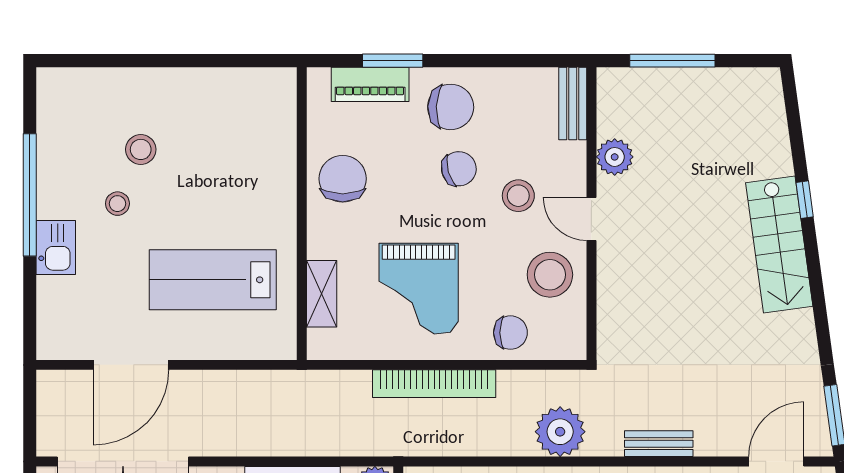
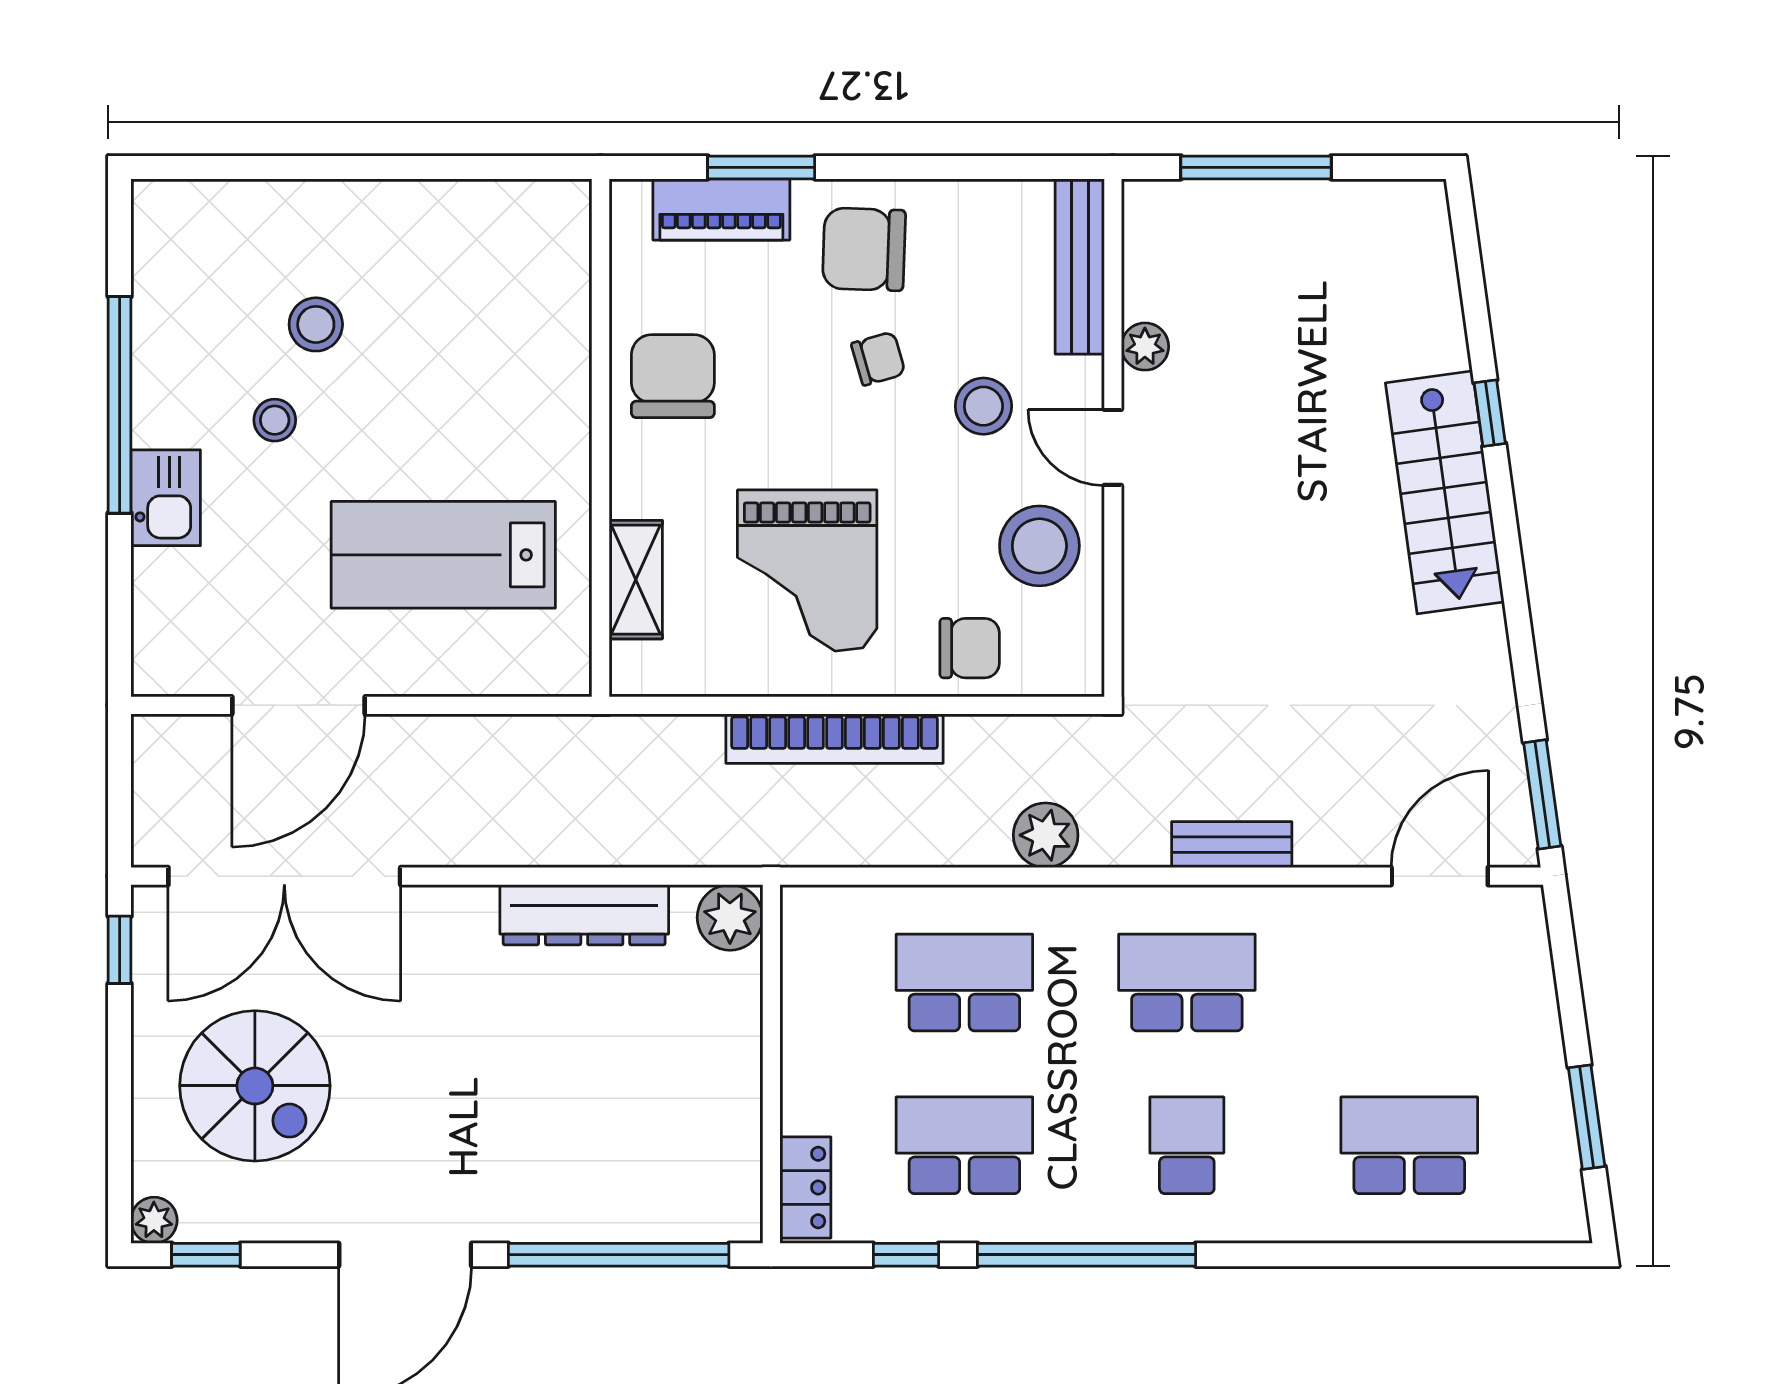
bench: (573, 103) -> (1080, 267), width x1.36
chair: (451, 107) -> (864, 249), turned 180
plant: (615, 157) -> (1145, 347), width x0.73, depth x0.73
chair: (459, 169) -> (878, 359), width x0.73, depth x0.73
plant: (560, 432) -> (1046, 835), width x0.73, depth x0.73

